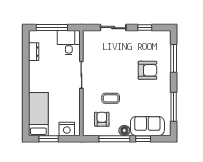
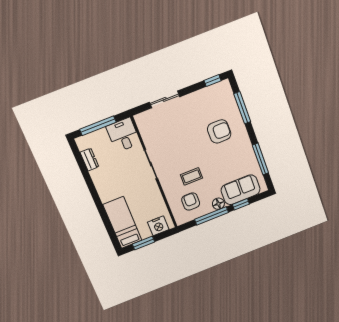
window: (145, 28) -> (213, 81), moved

